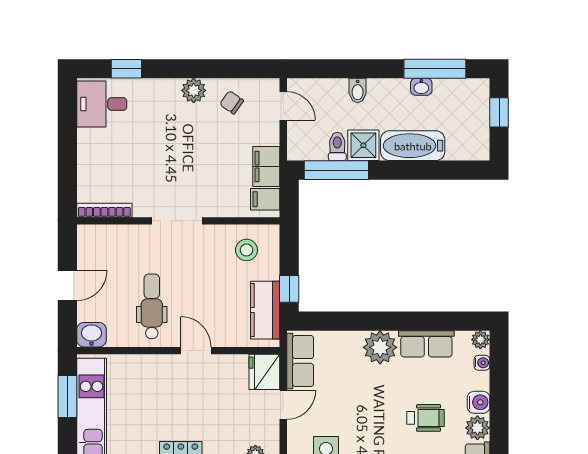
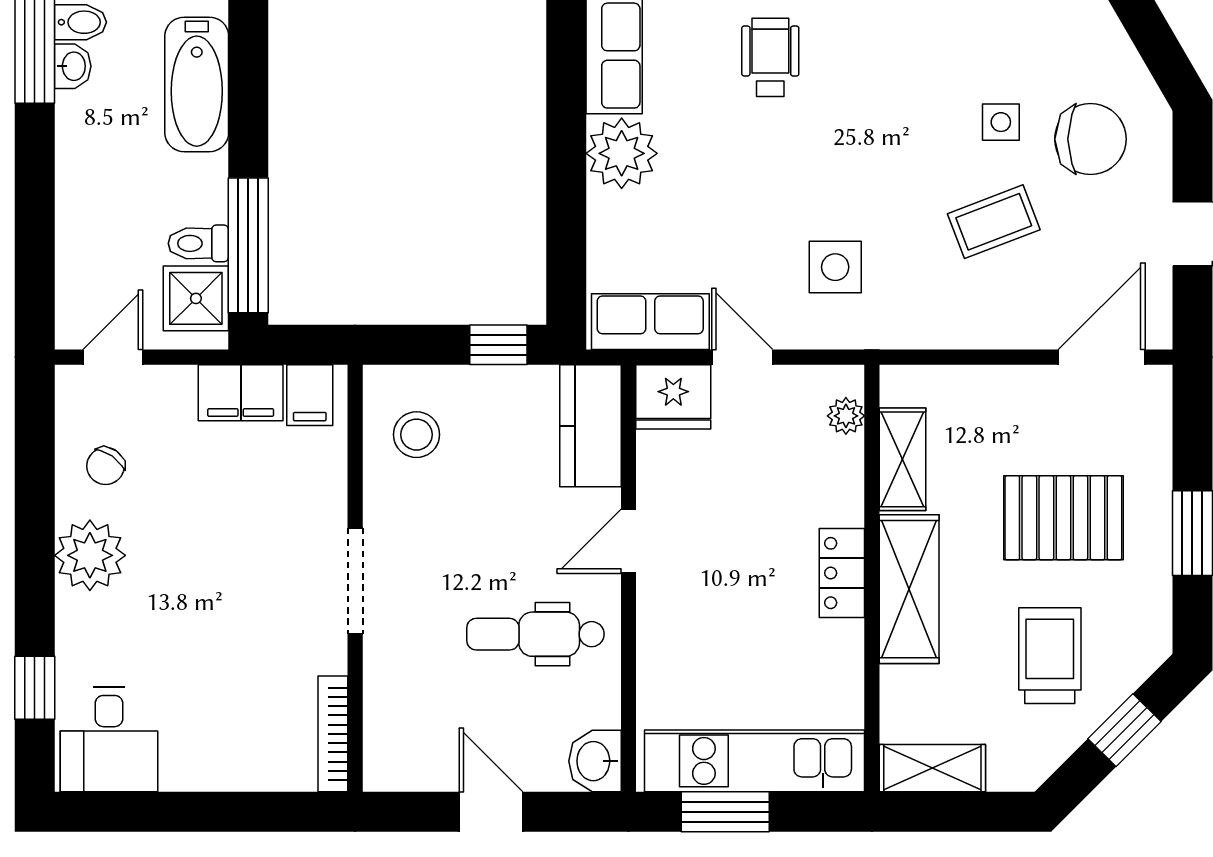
plant: (194, 90) -> (90, 555), width x1.36, depth x1.36
bidet: (358, 90) -> (81, 22), moved
shower: (363, 145) -> (196, 298), moved
kitchen counter: (265, 310) -> (590, 426), moved, turned 90

